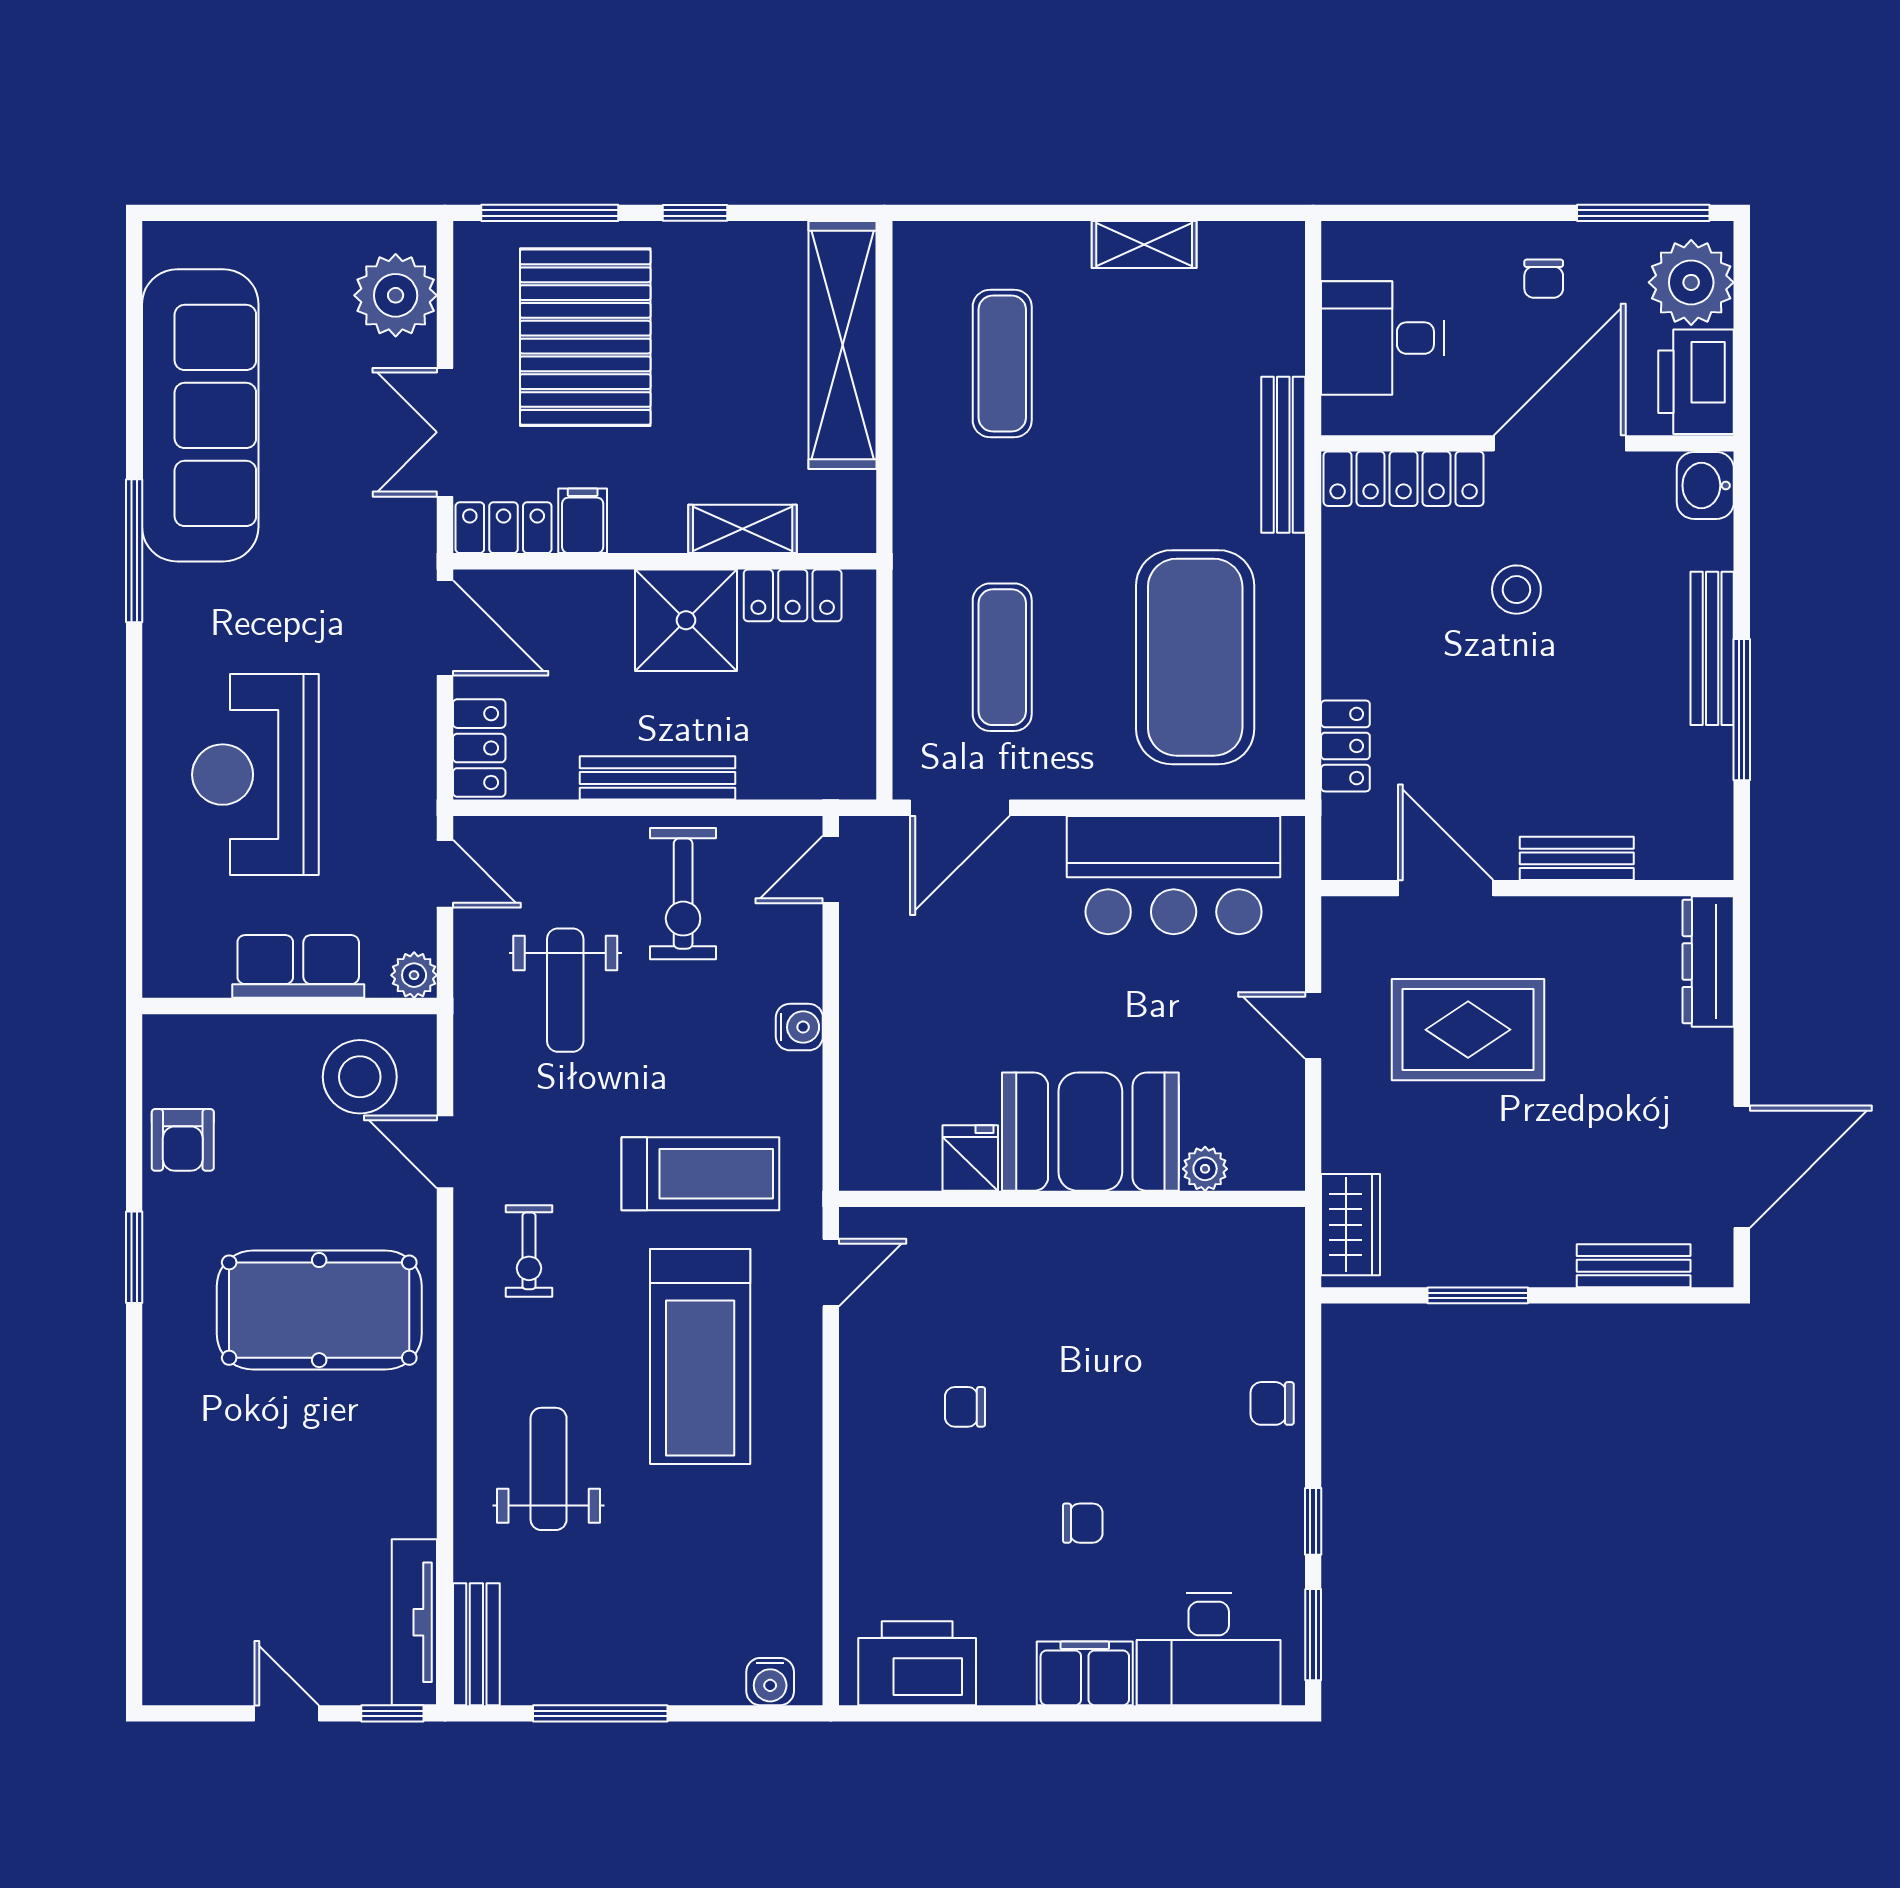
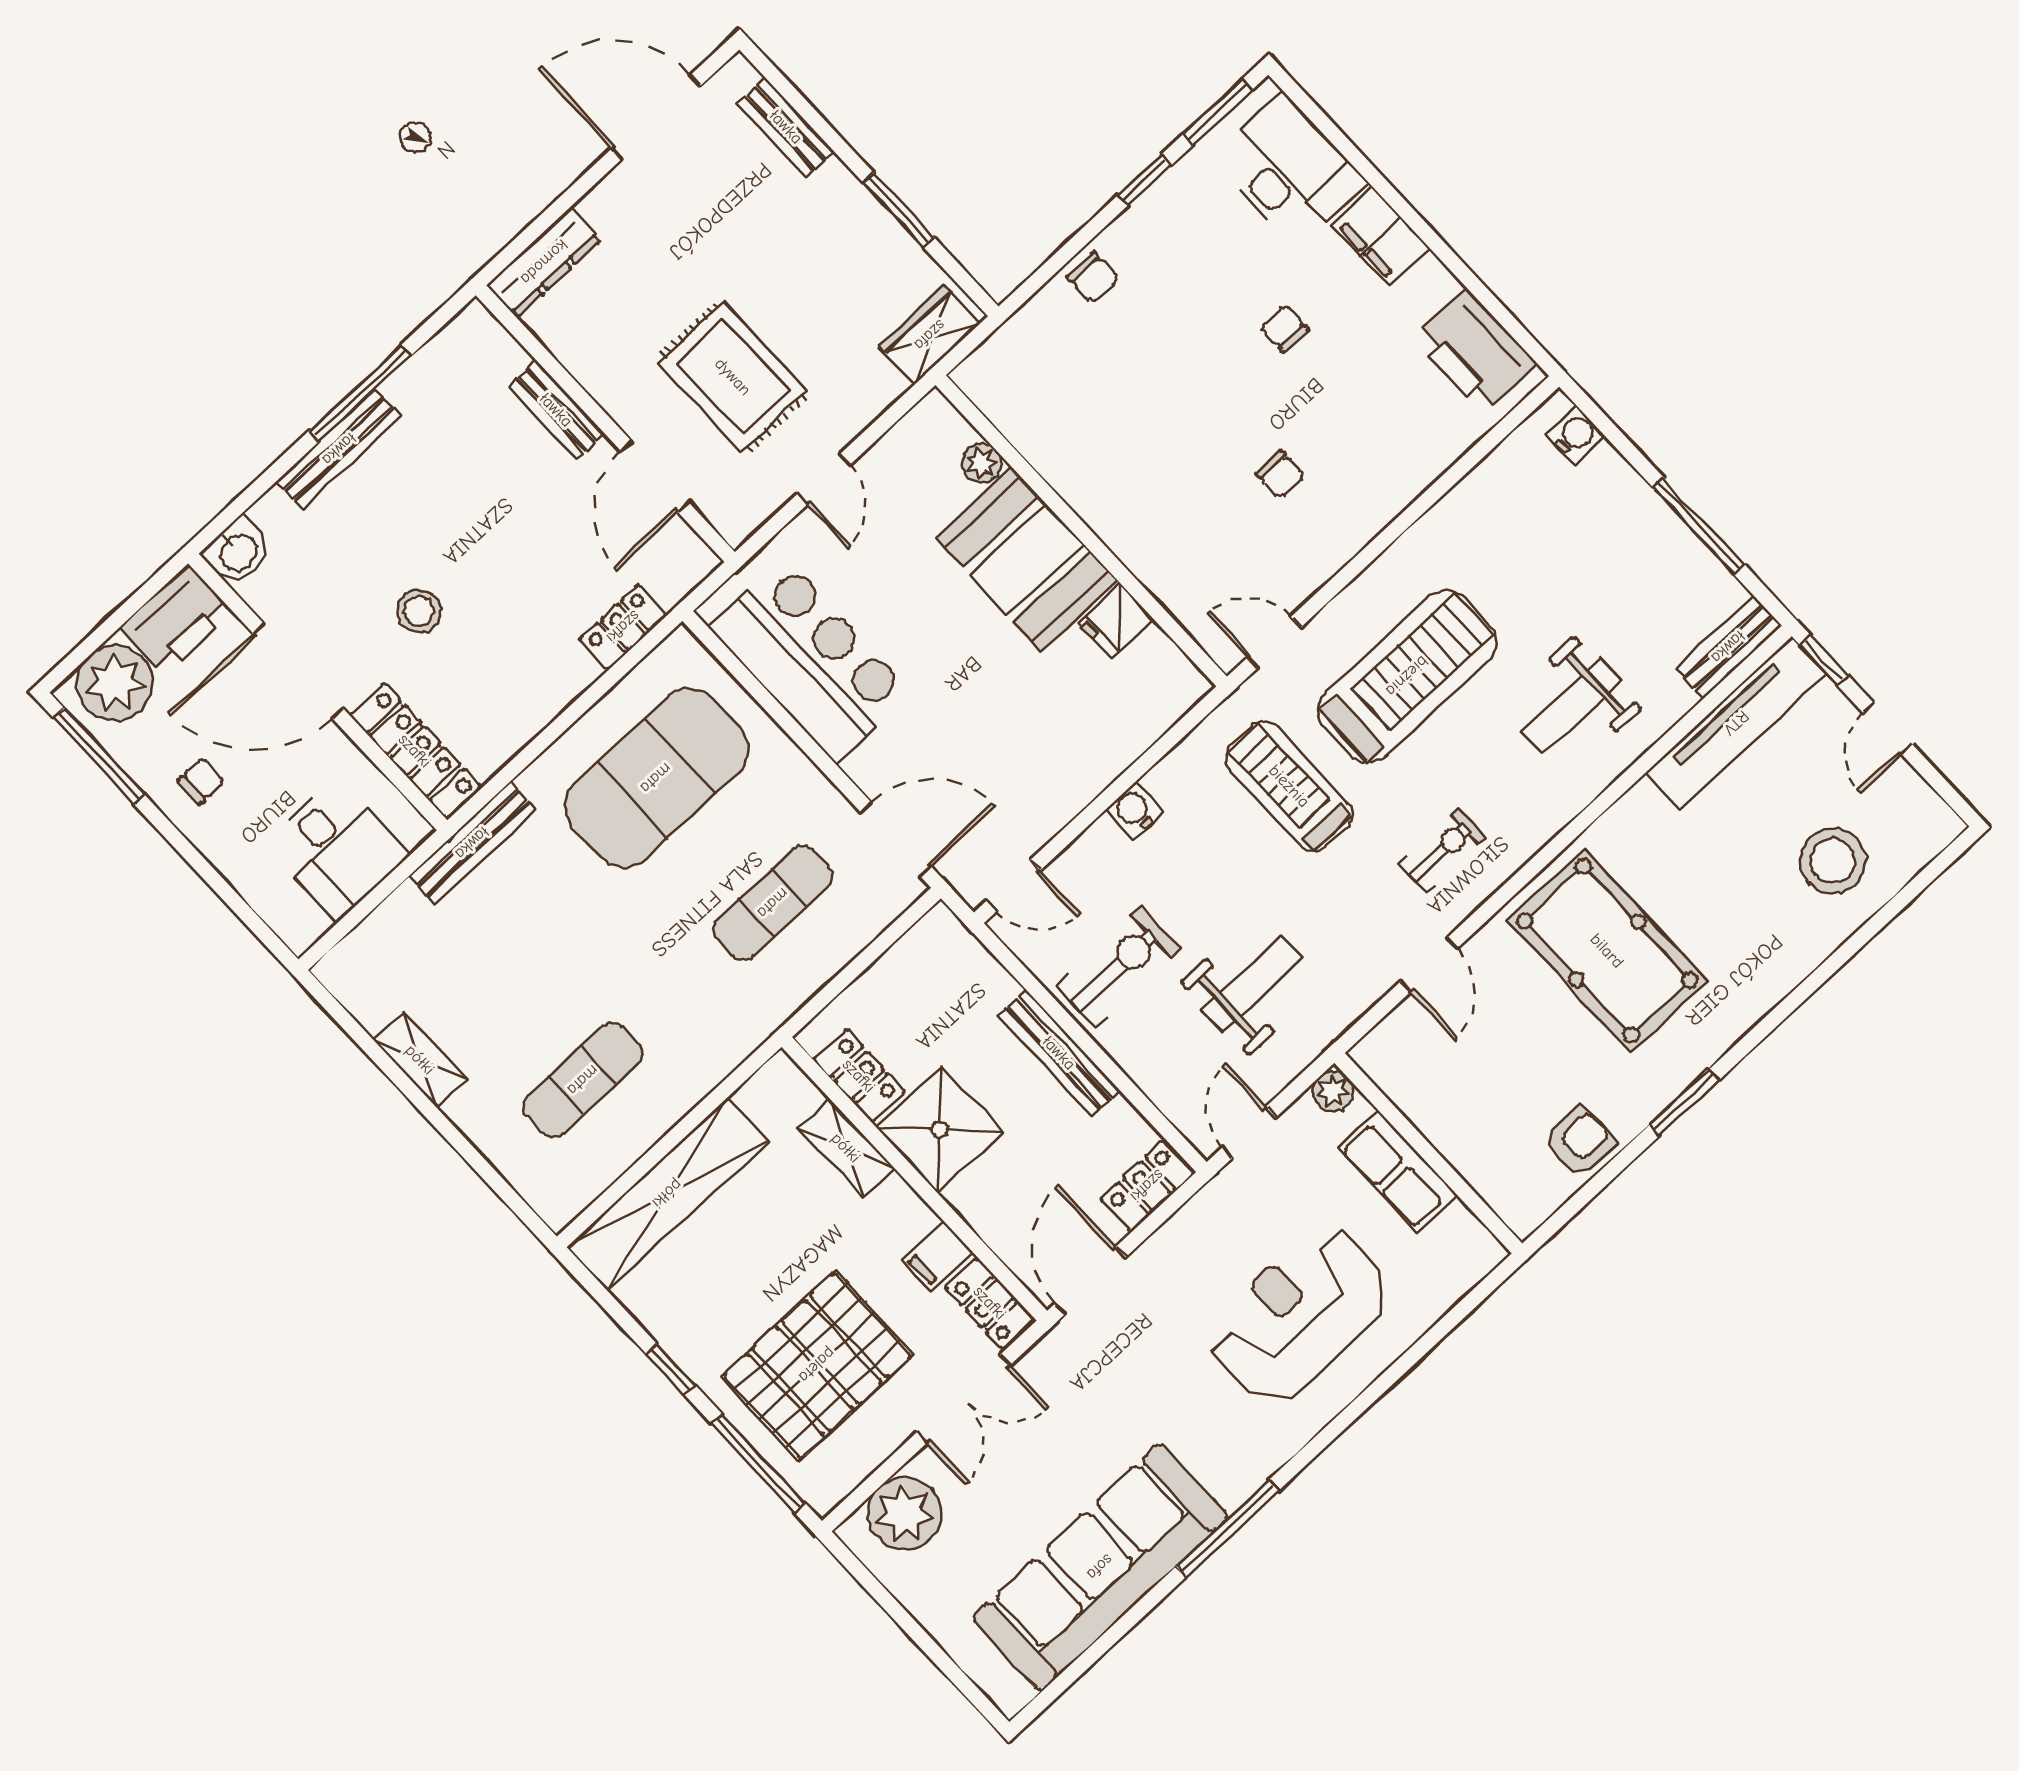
reception desk: (255, 775) -> (1299, 1315), turned 180
stool: (360, 1077) -> (1833, 861), moved
tv unit: (414, 1622) -> (1736, 723), width x1.36, depth x1.29

